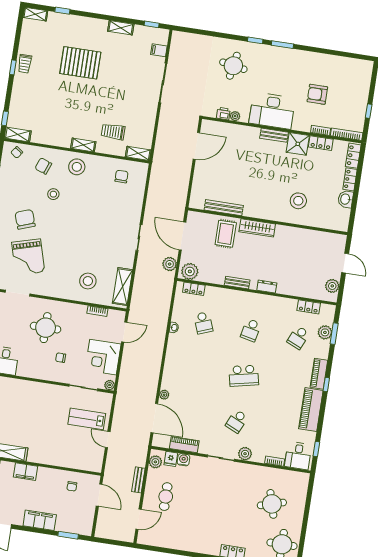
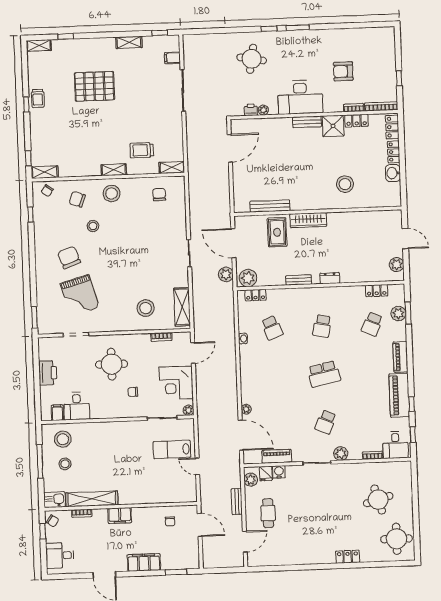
window: (326, 384) -> (412, 404), moved

